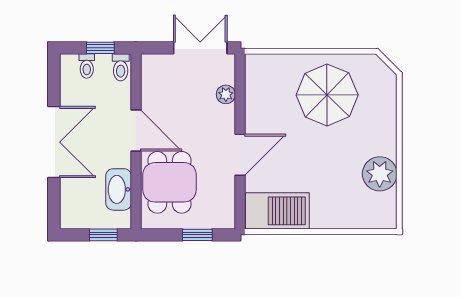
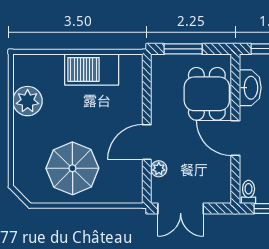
door: (240, 155) -> (147, 142), moved
barbecue: (277, 211) -> (92, 69), moved
window: (197, 235) -> (183, 49), width x1.50

